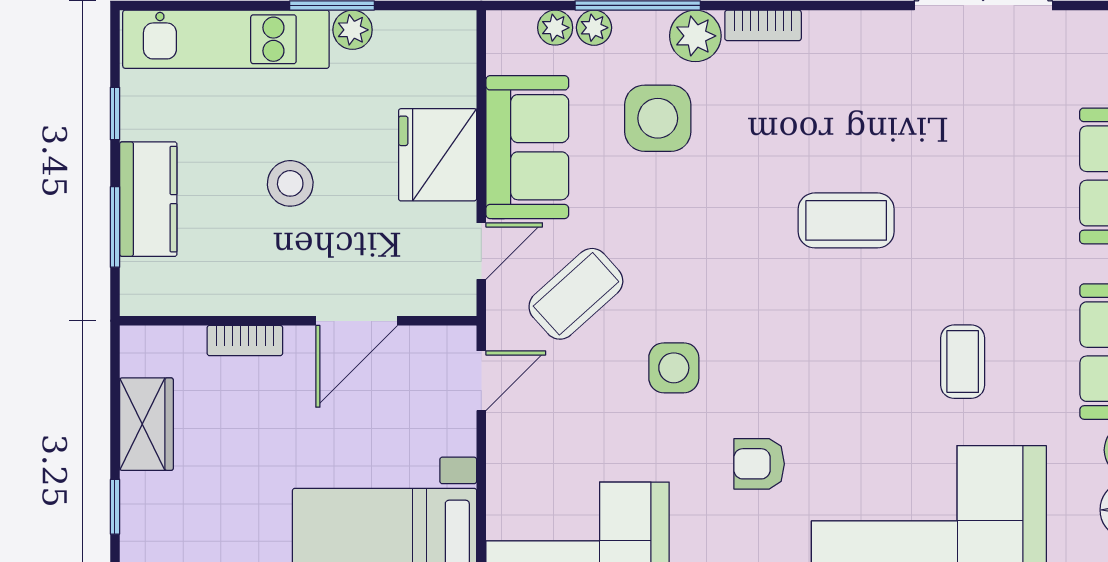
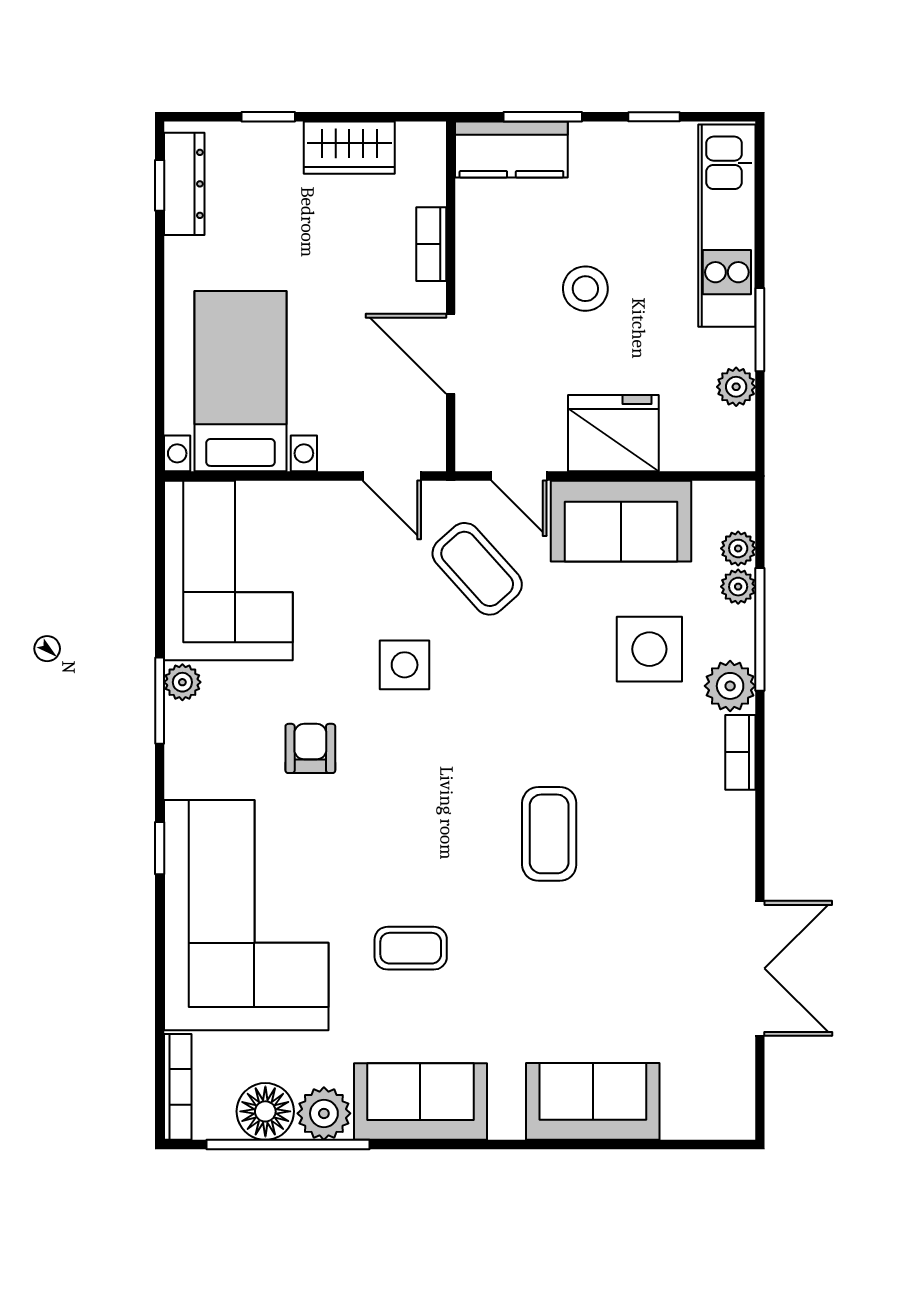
plant: (353, 30) -> (736, 387), moved
kitchen counter: (148, 199) -> (511, 149), moved

